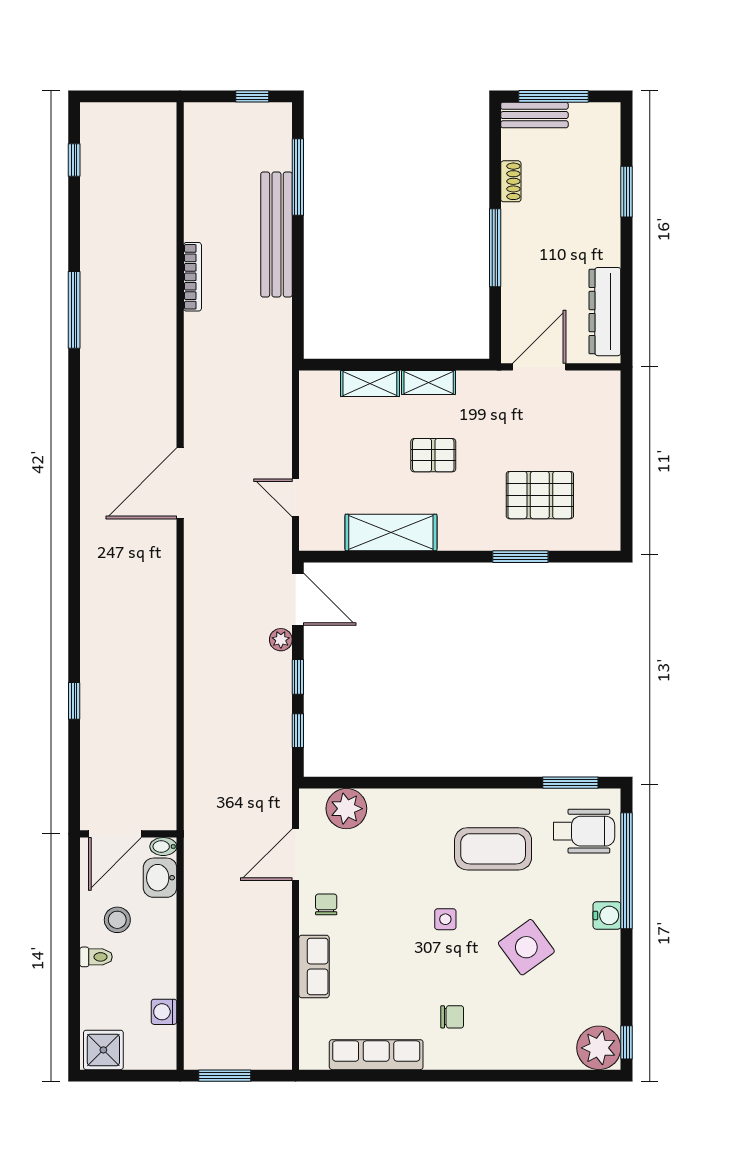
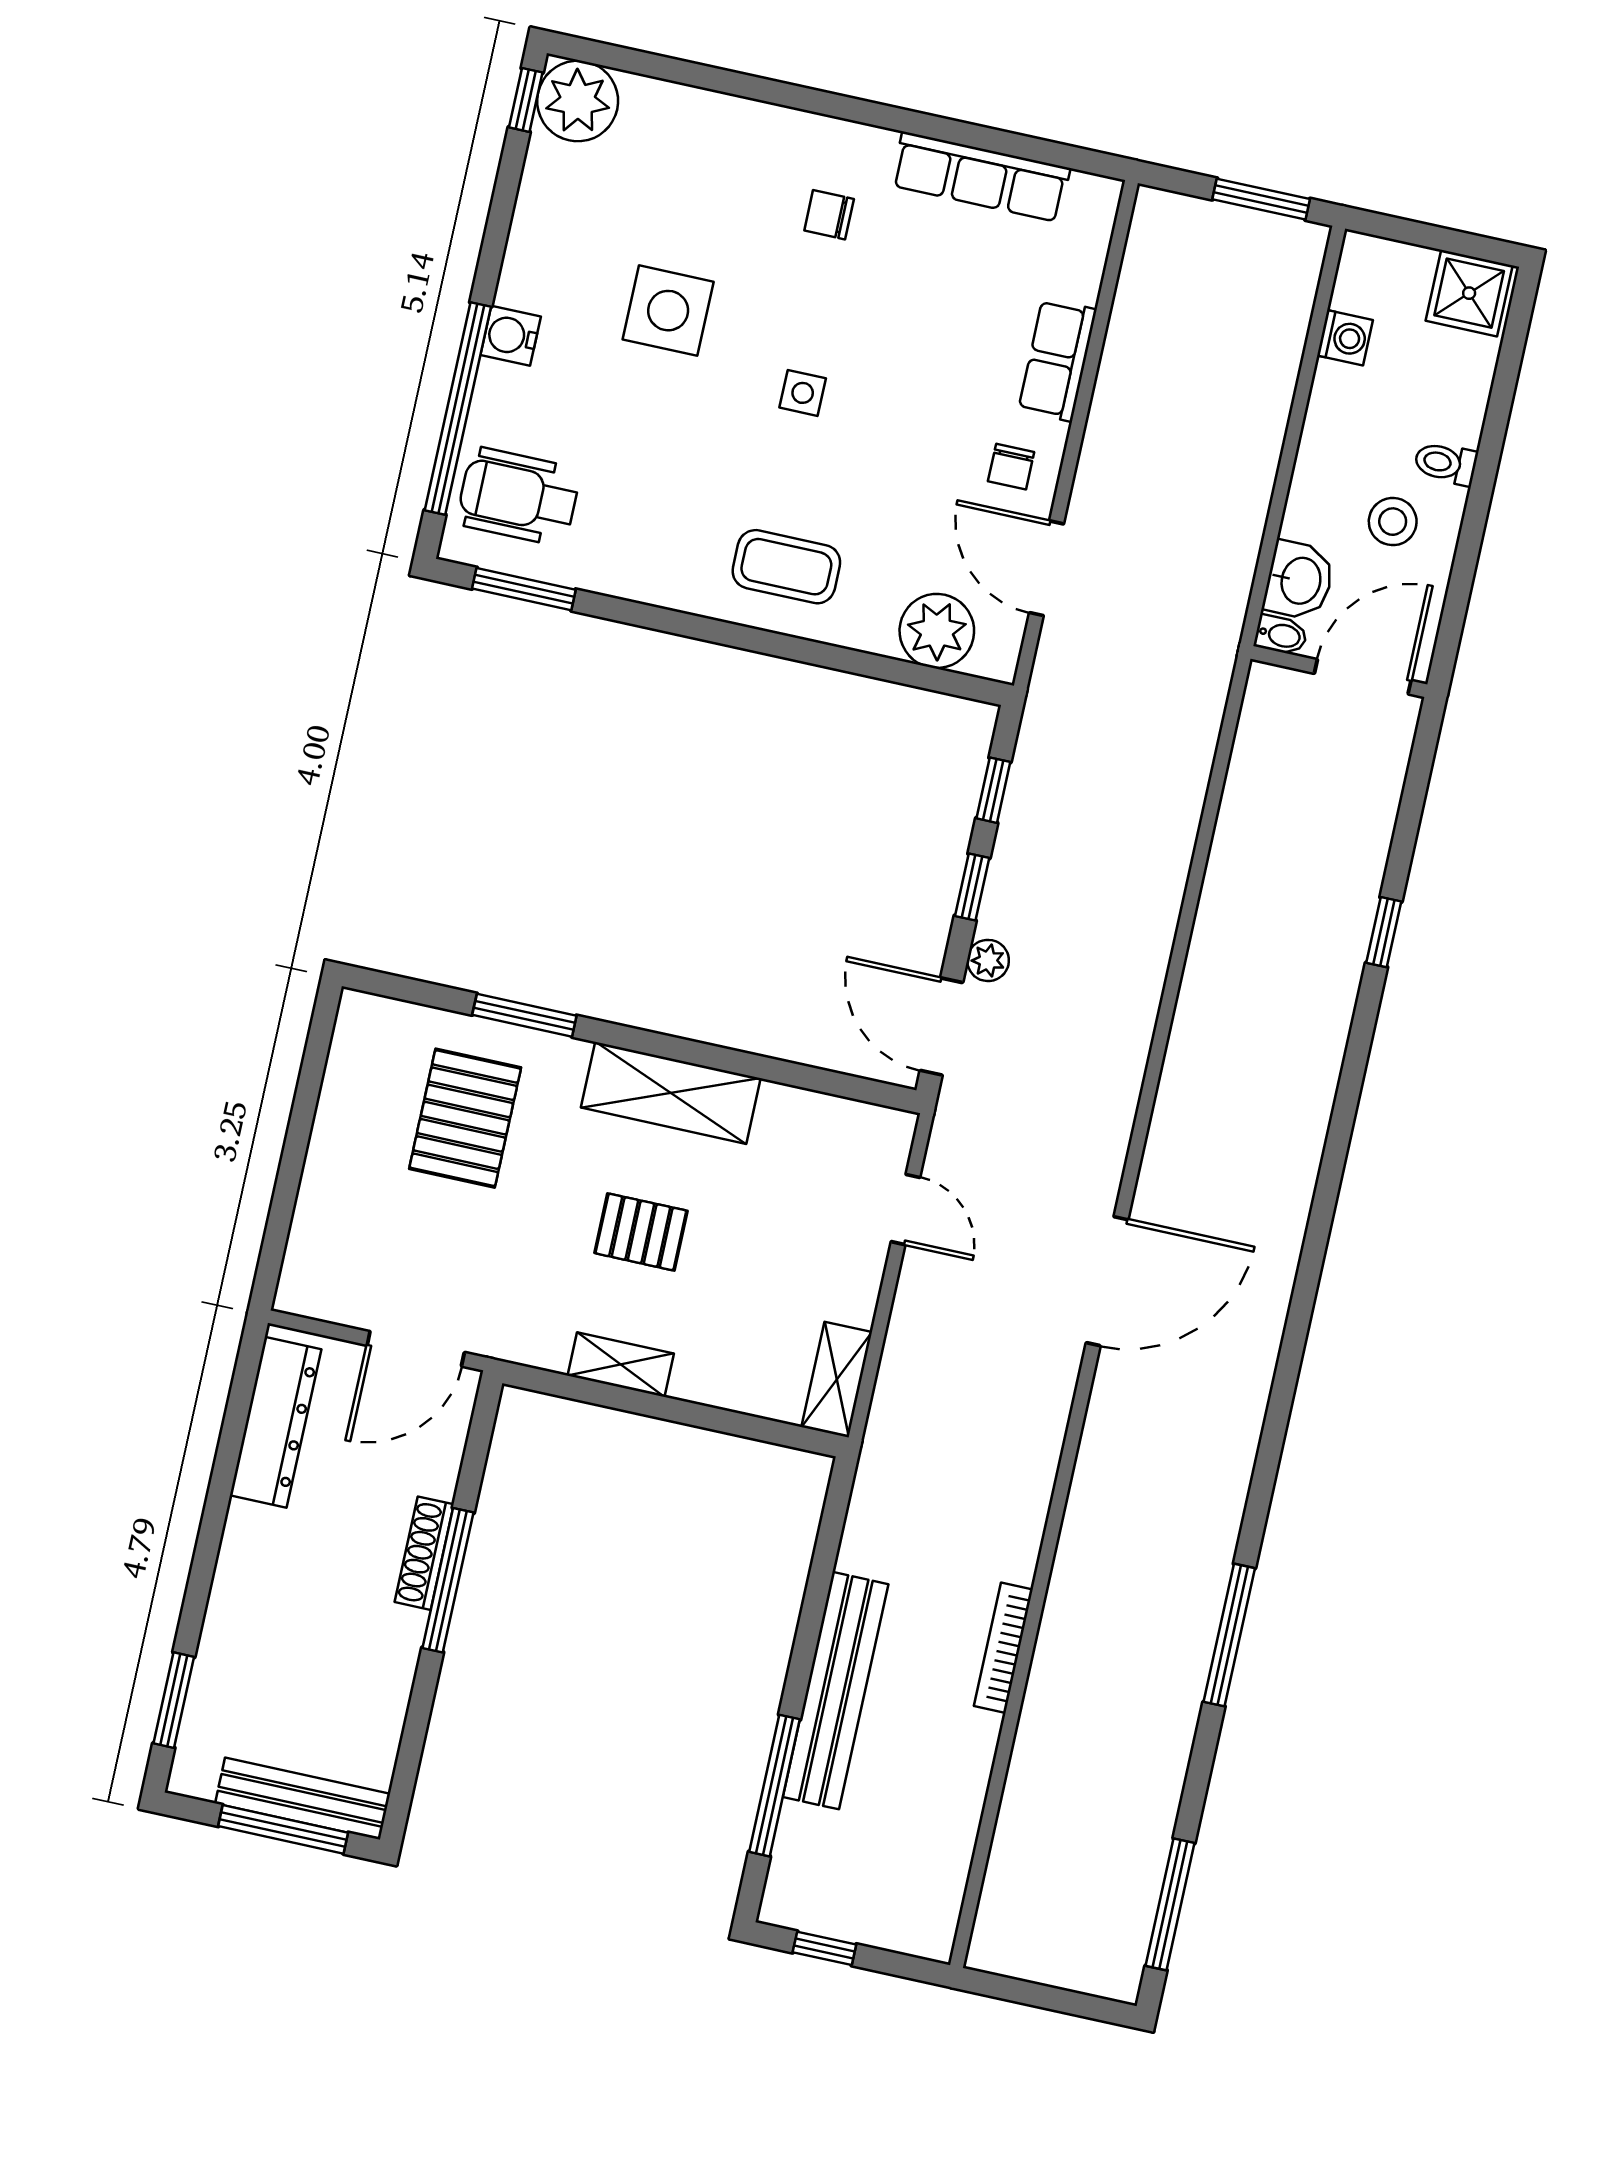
bench: (534, 115) -> (303, 1799), width x1.36
window: (74, 160) -> (1170, 1904), width x2.17
shoe rack: (511, 181) -> (424, 1553), moved, width x1.43
window: (627, 192) -> (174, 1700), moved
shelving: (370, 384) -> (837, 1380), moved, turned 90
pallet: (540, 495) -> (465, 1118), turned 90
shelving: (391, 532) -> (671, 1093), moved
coffee table: (493, 849) -> (786, 567), moved, width x0.73, depth x0.76
door: (296, 855) -> (1046, 568), swing flipped
side table: (526, 947) -> (668, 311), turned 36

